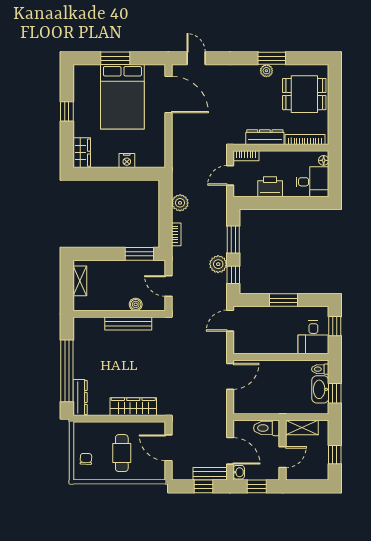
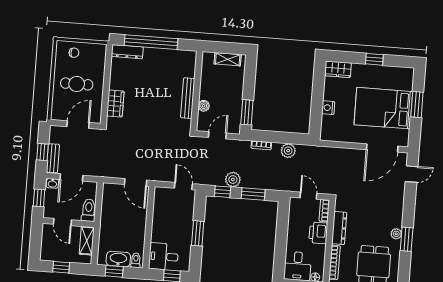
printer: (270, 187) -> (318, 233), moved, turned 180
wardrobe: (133, 407) -> (115, 104), width x0.67

